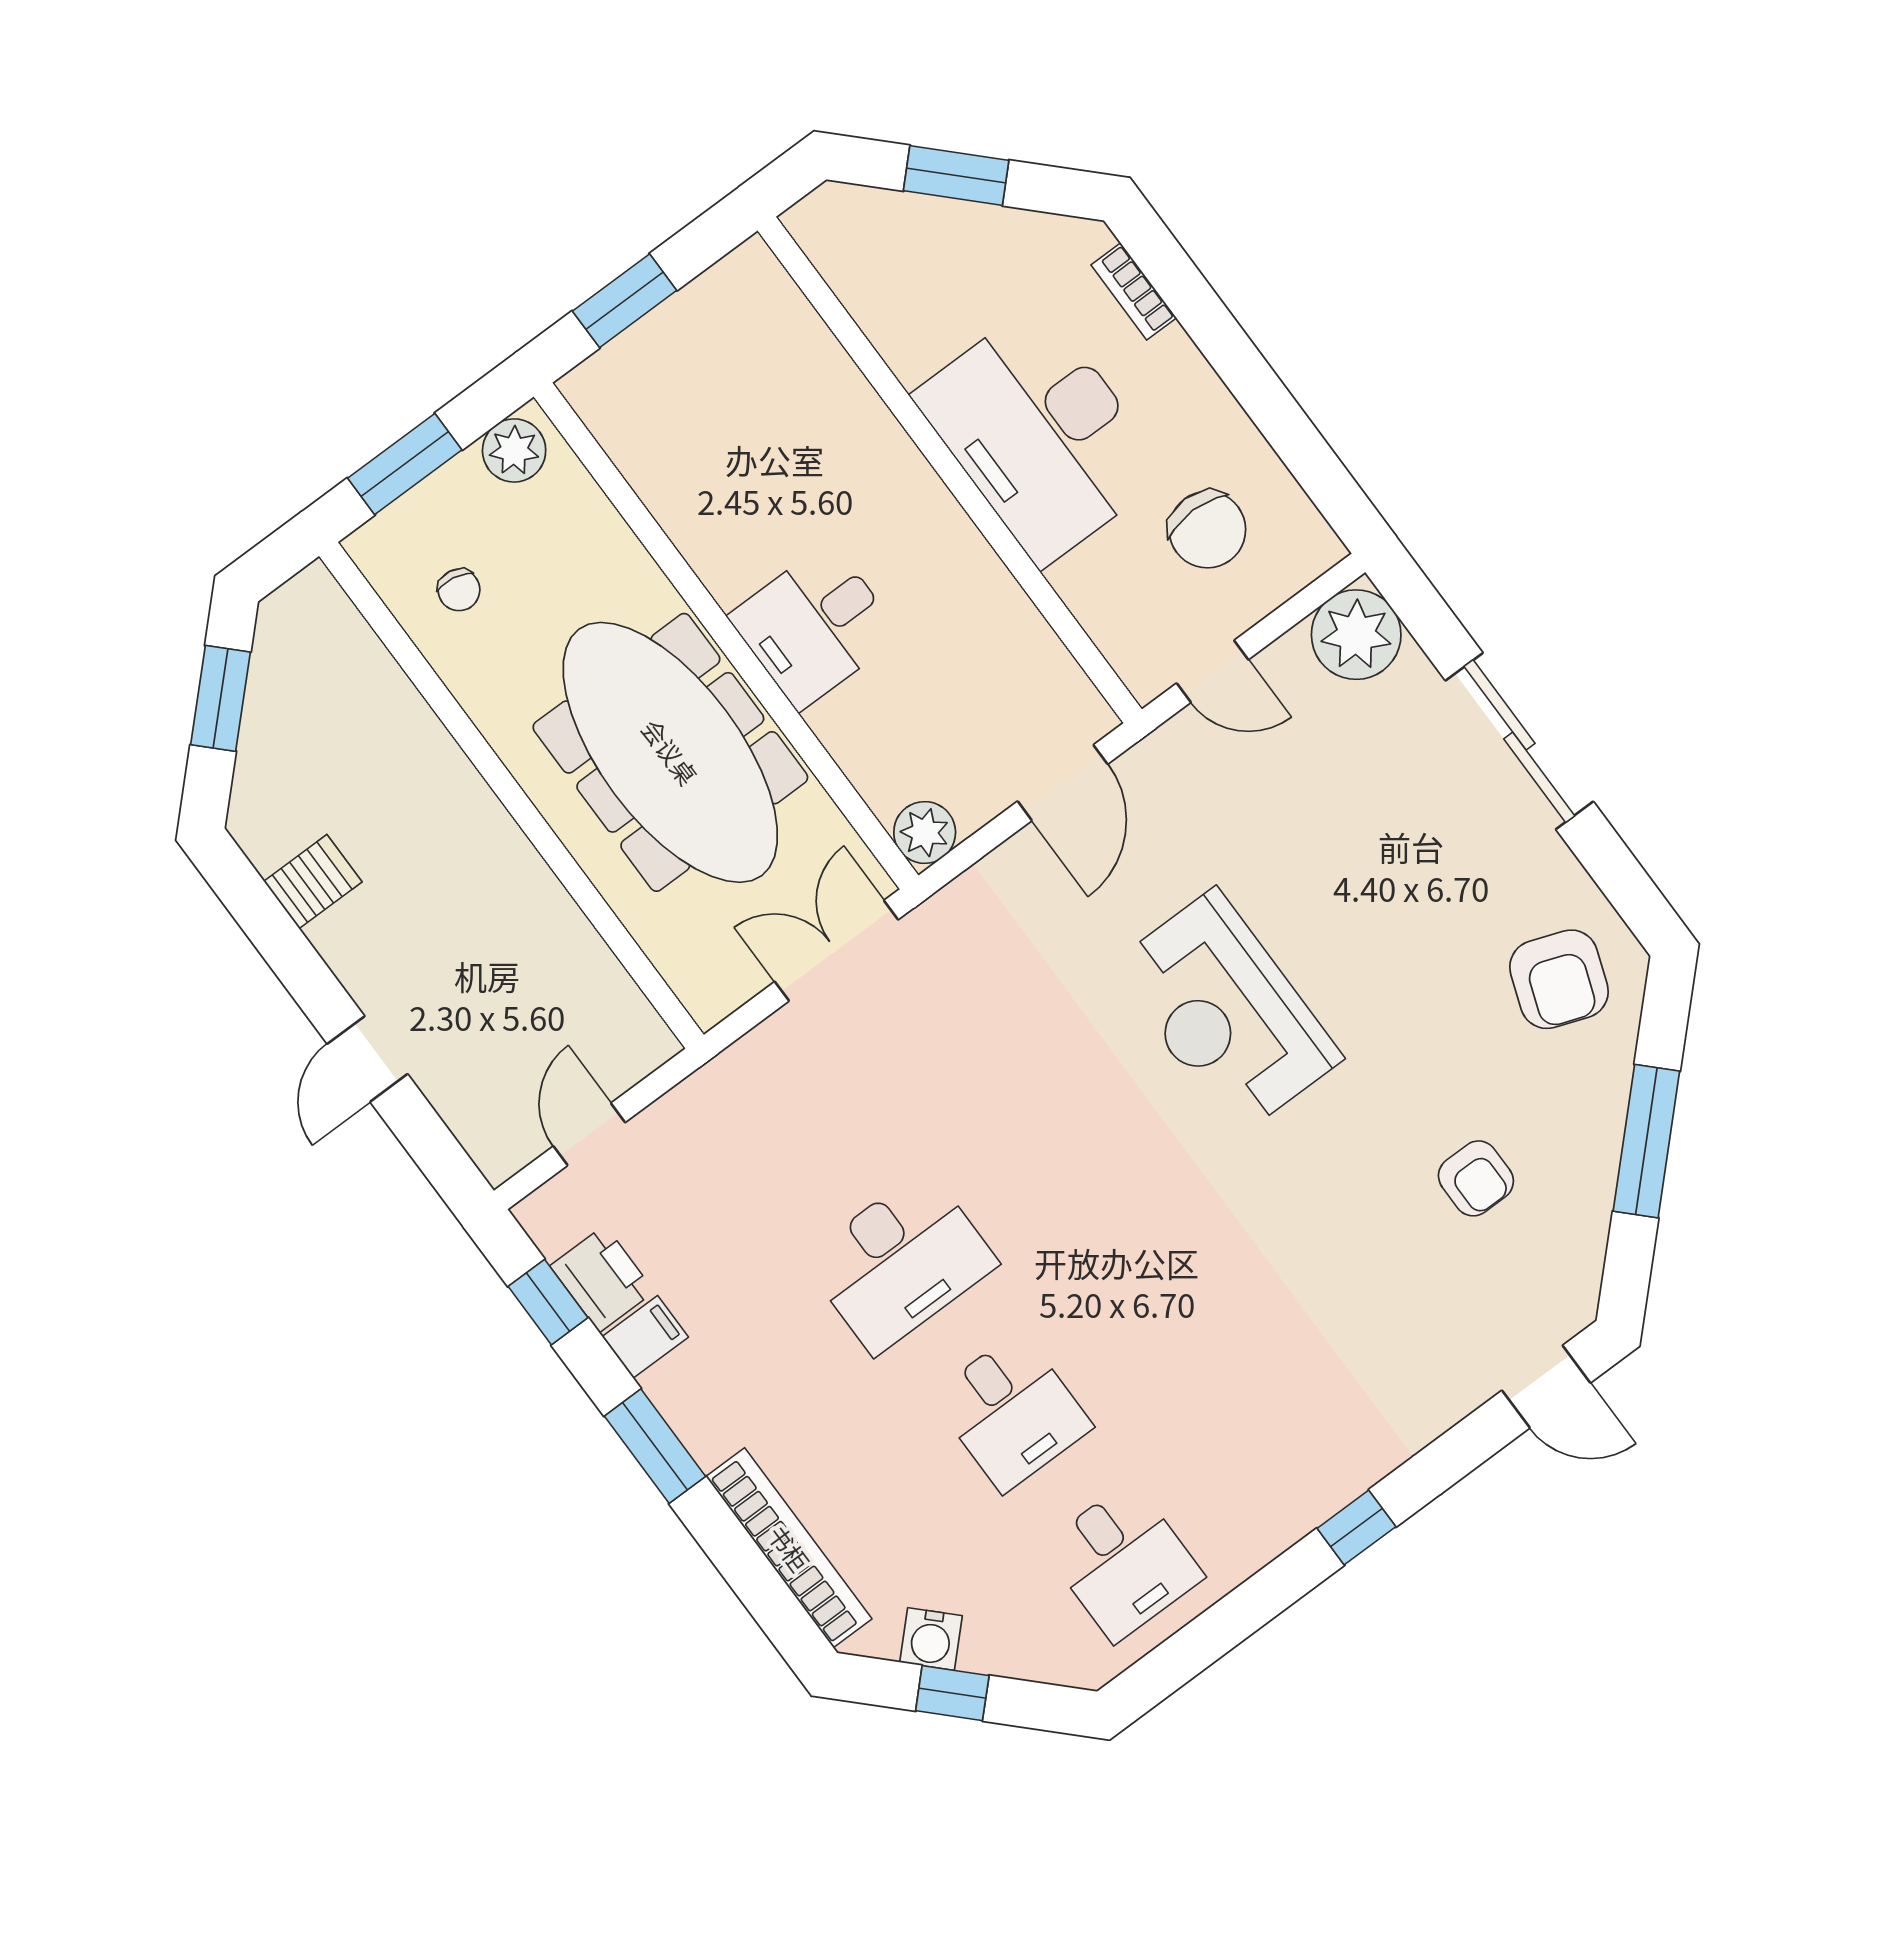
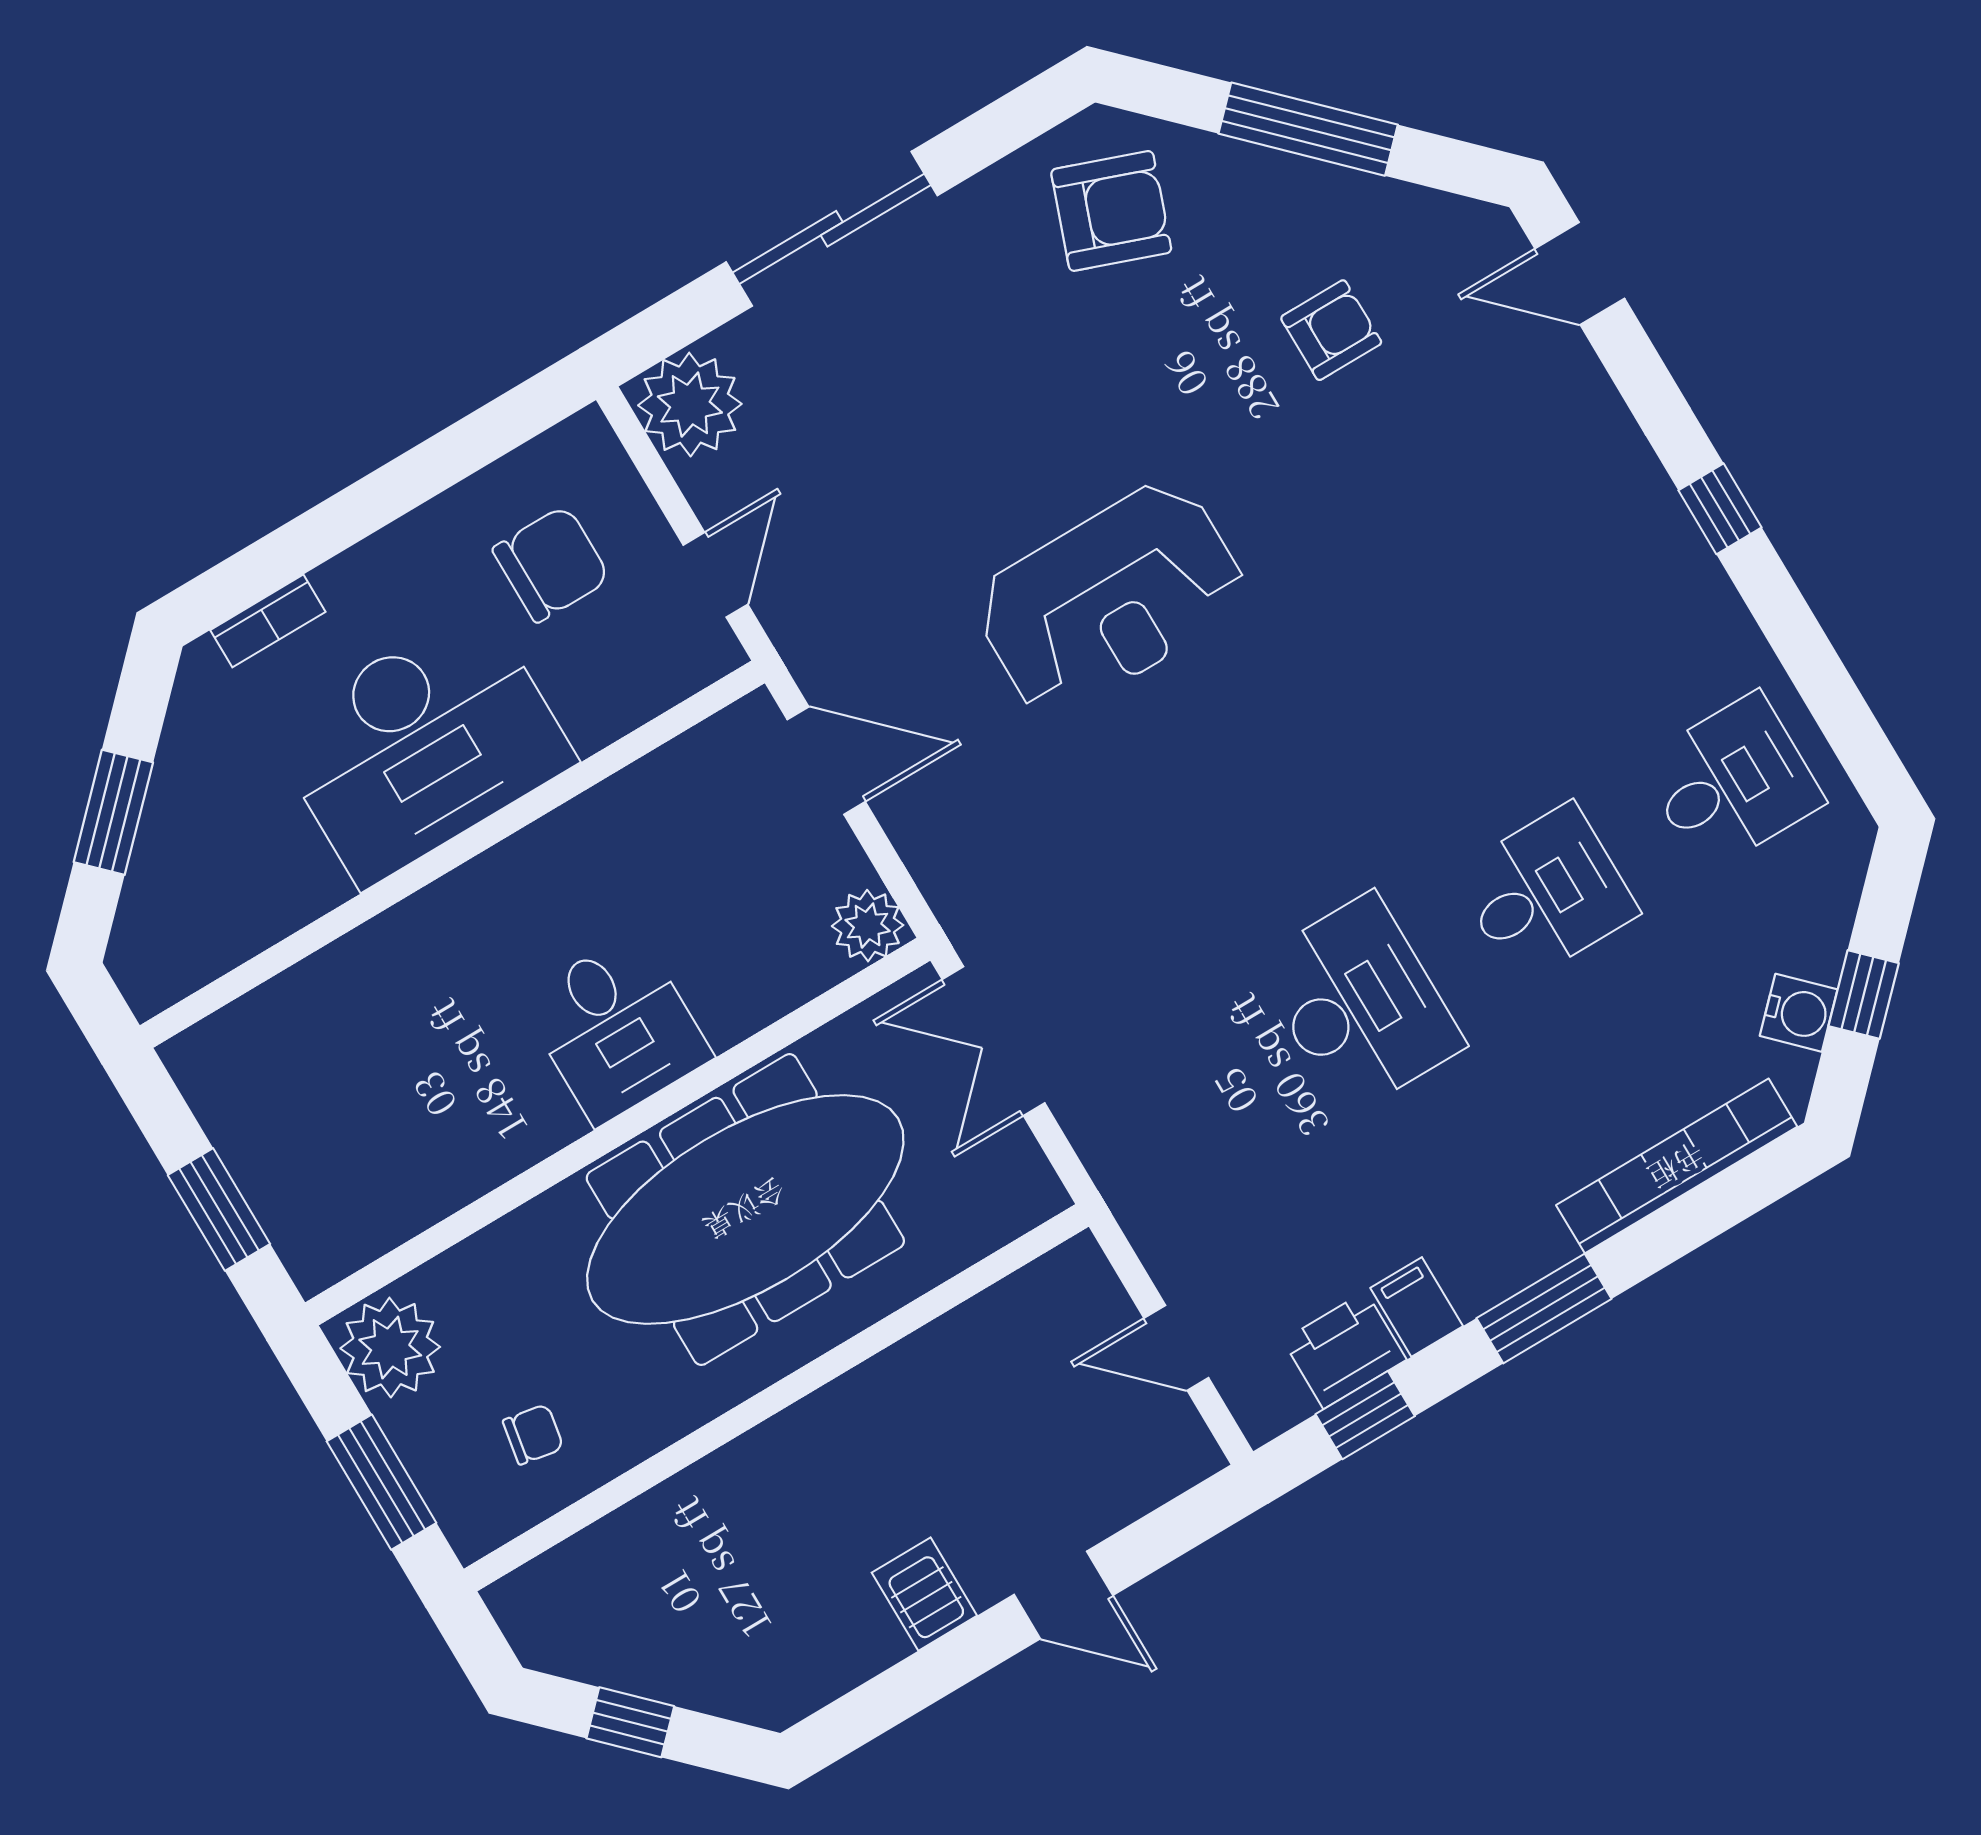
plant: (514, 450) -> (390, 1348), width x1.36, depth x1.36
window: (220, 698) -> (630, 1722), width x0.67
server rack: (313, 882) -> (924, 1594), moved
door: (1546, 1387) -> (1580, 274), swing flipped

